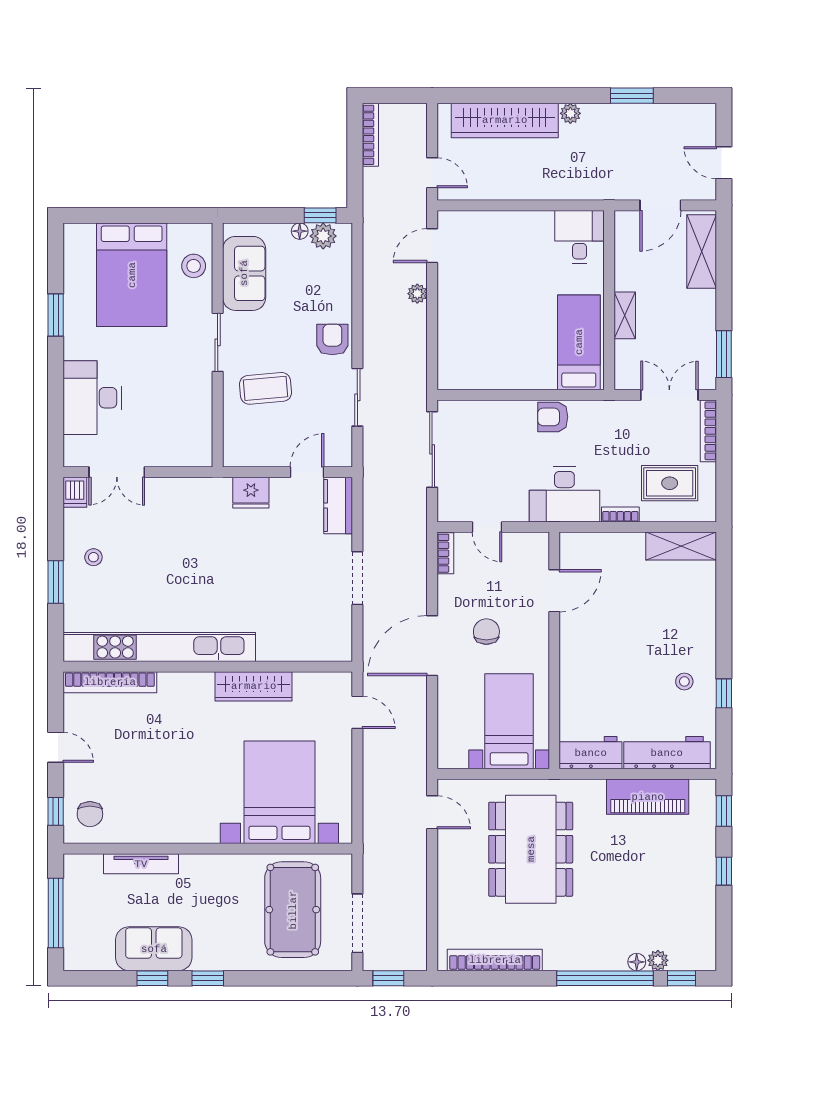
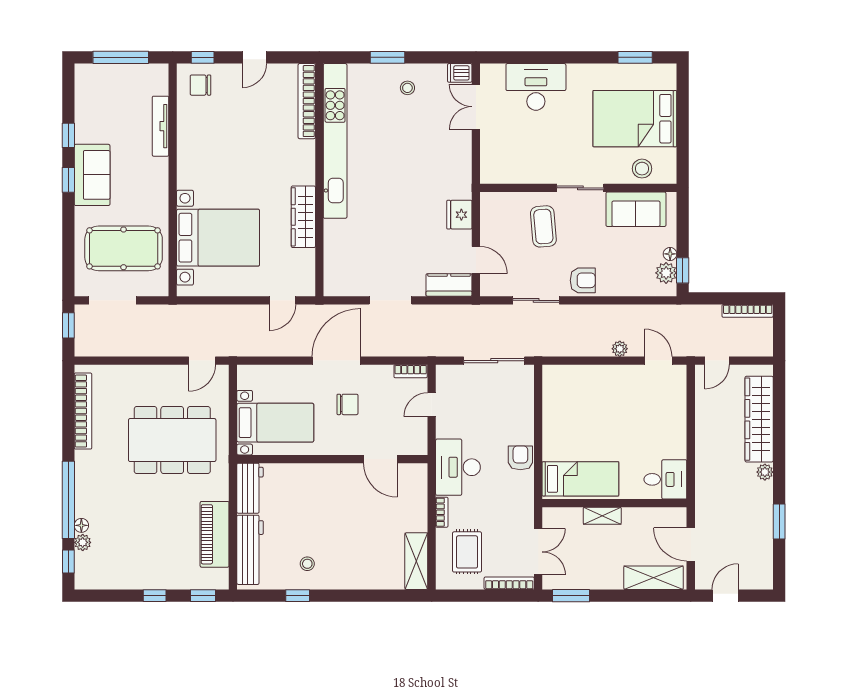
window: (56, 315) -> (635, 57), moved
door: (432, 646) -> (336, 361), hinge flipped
sofa: (154, 949) -> (92, 175), moved

